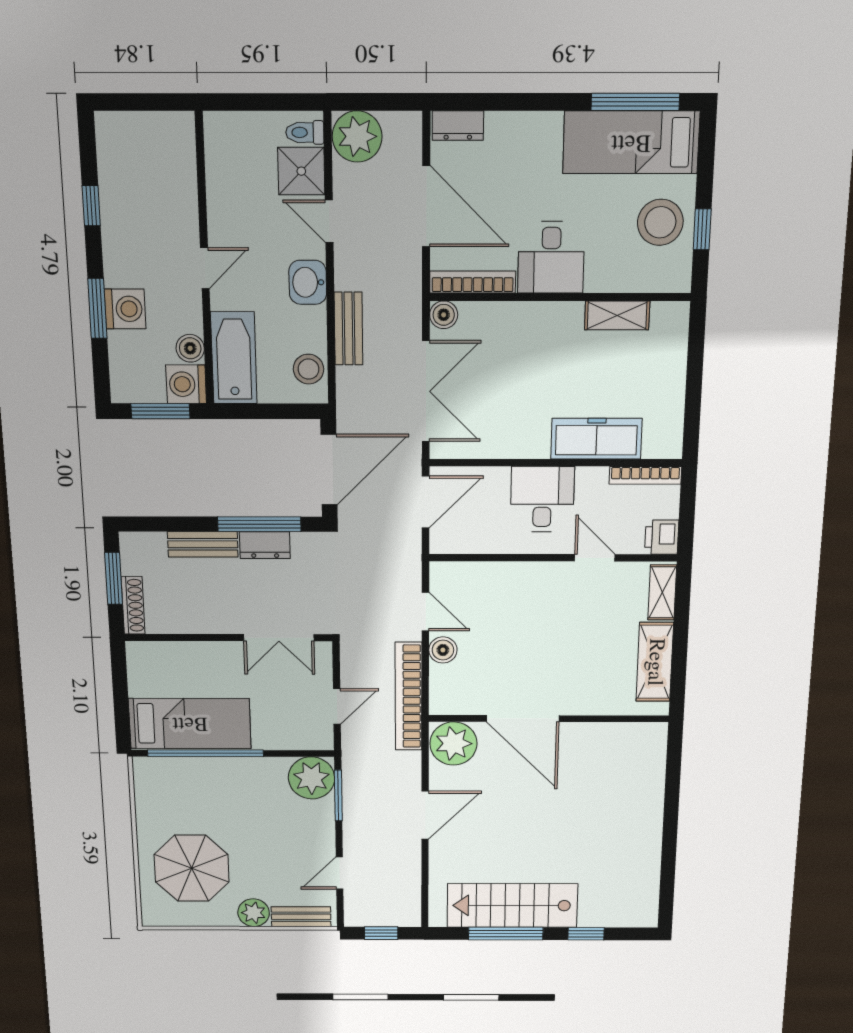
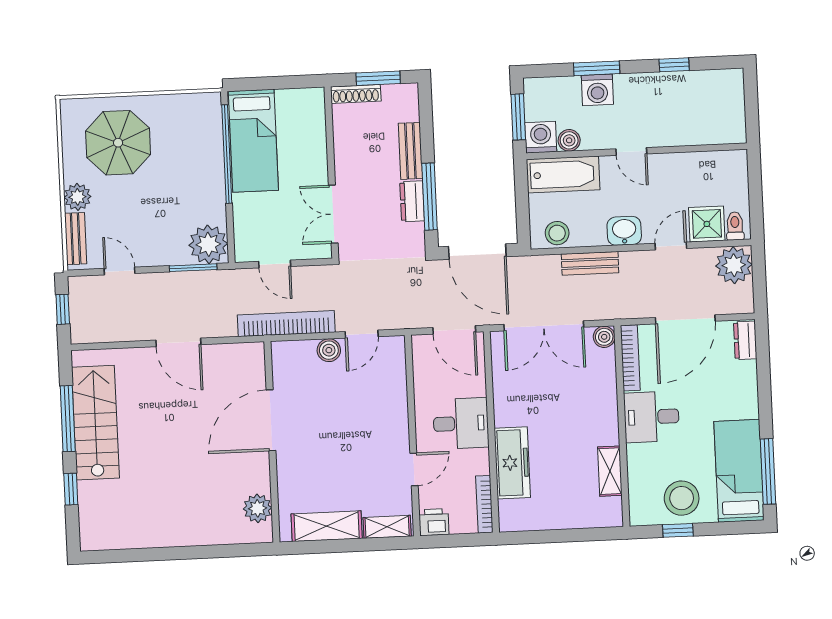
plant: (453, 744) -> (258, 508), moved, width x0.73, depth x0.73

